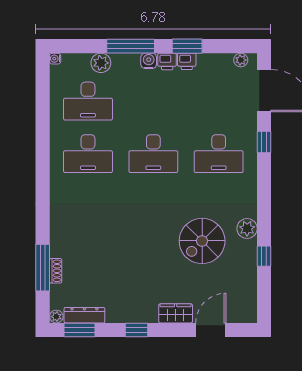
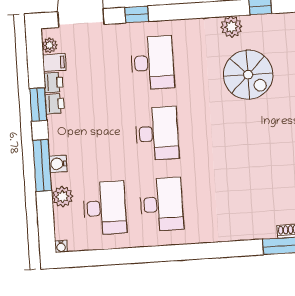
water cooler: (149, 61) -> (58, 164), moved
printer: (167, 61) -> (53, 83), moved
filing cabinet: (225, 63) -> (54, 62), added

